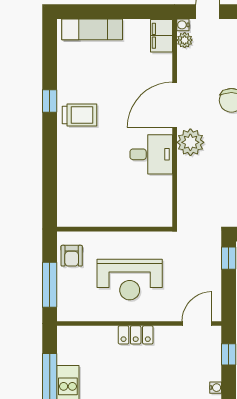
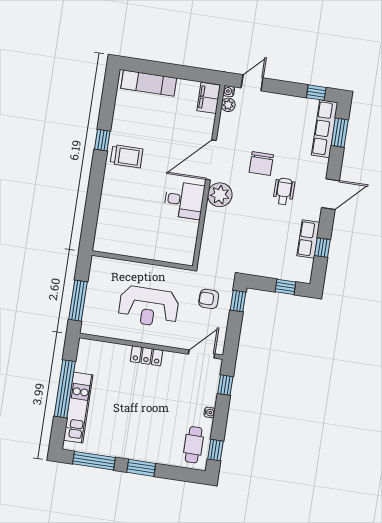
armchair: (72, 256) -> (209, 299), moved, turned 90

